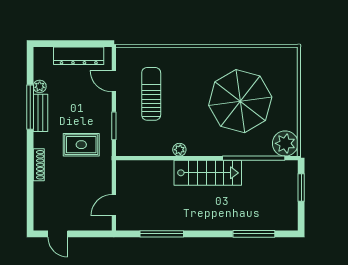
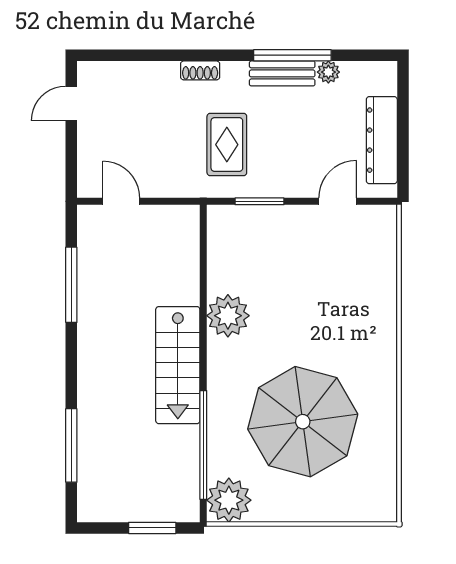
sun lounger: (151, 94) -> (315, 266), removed
plant: (179, 150) -> (228, 316), width x1.88, depth x1.88
shoe rack: (39, 165) -> (200, 70), width x0.70

